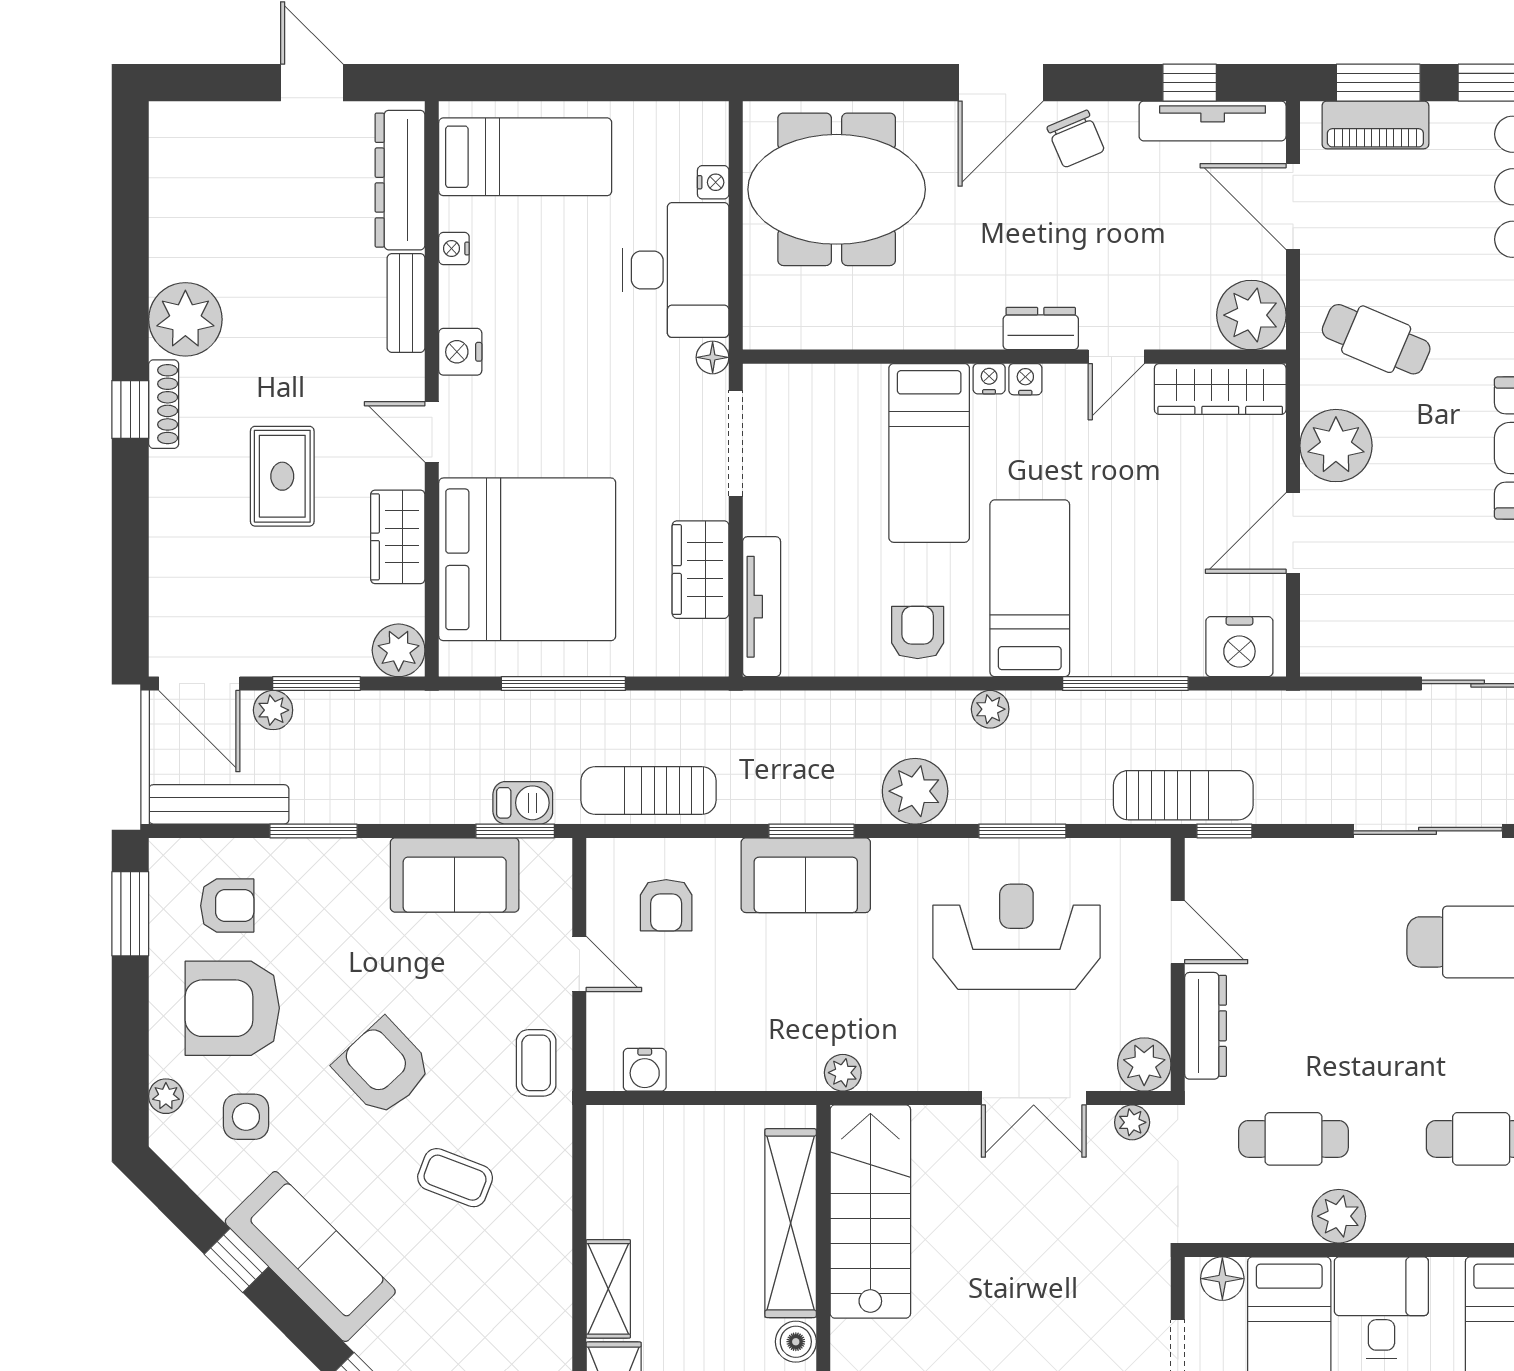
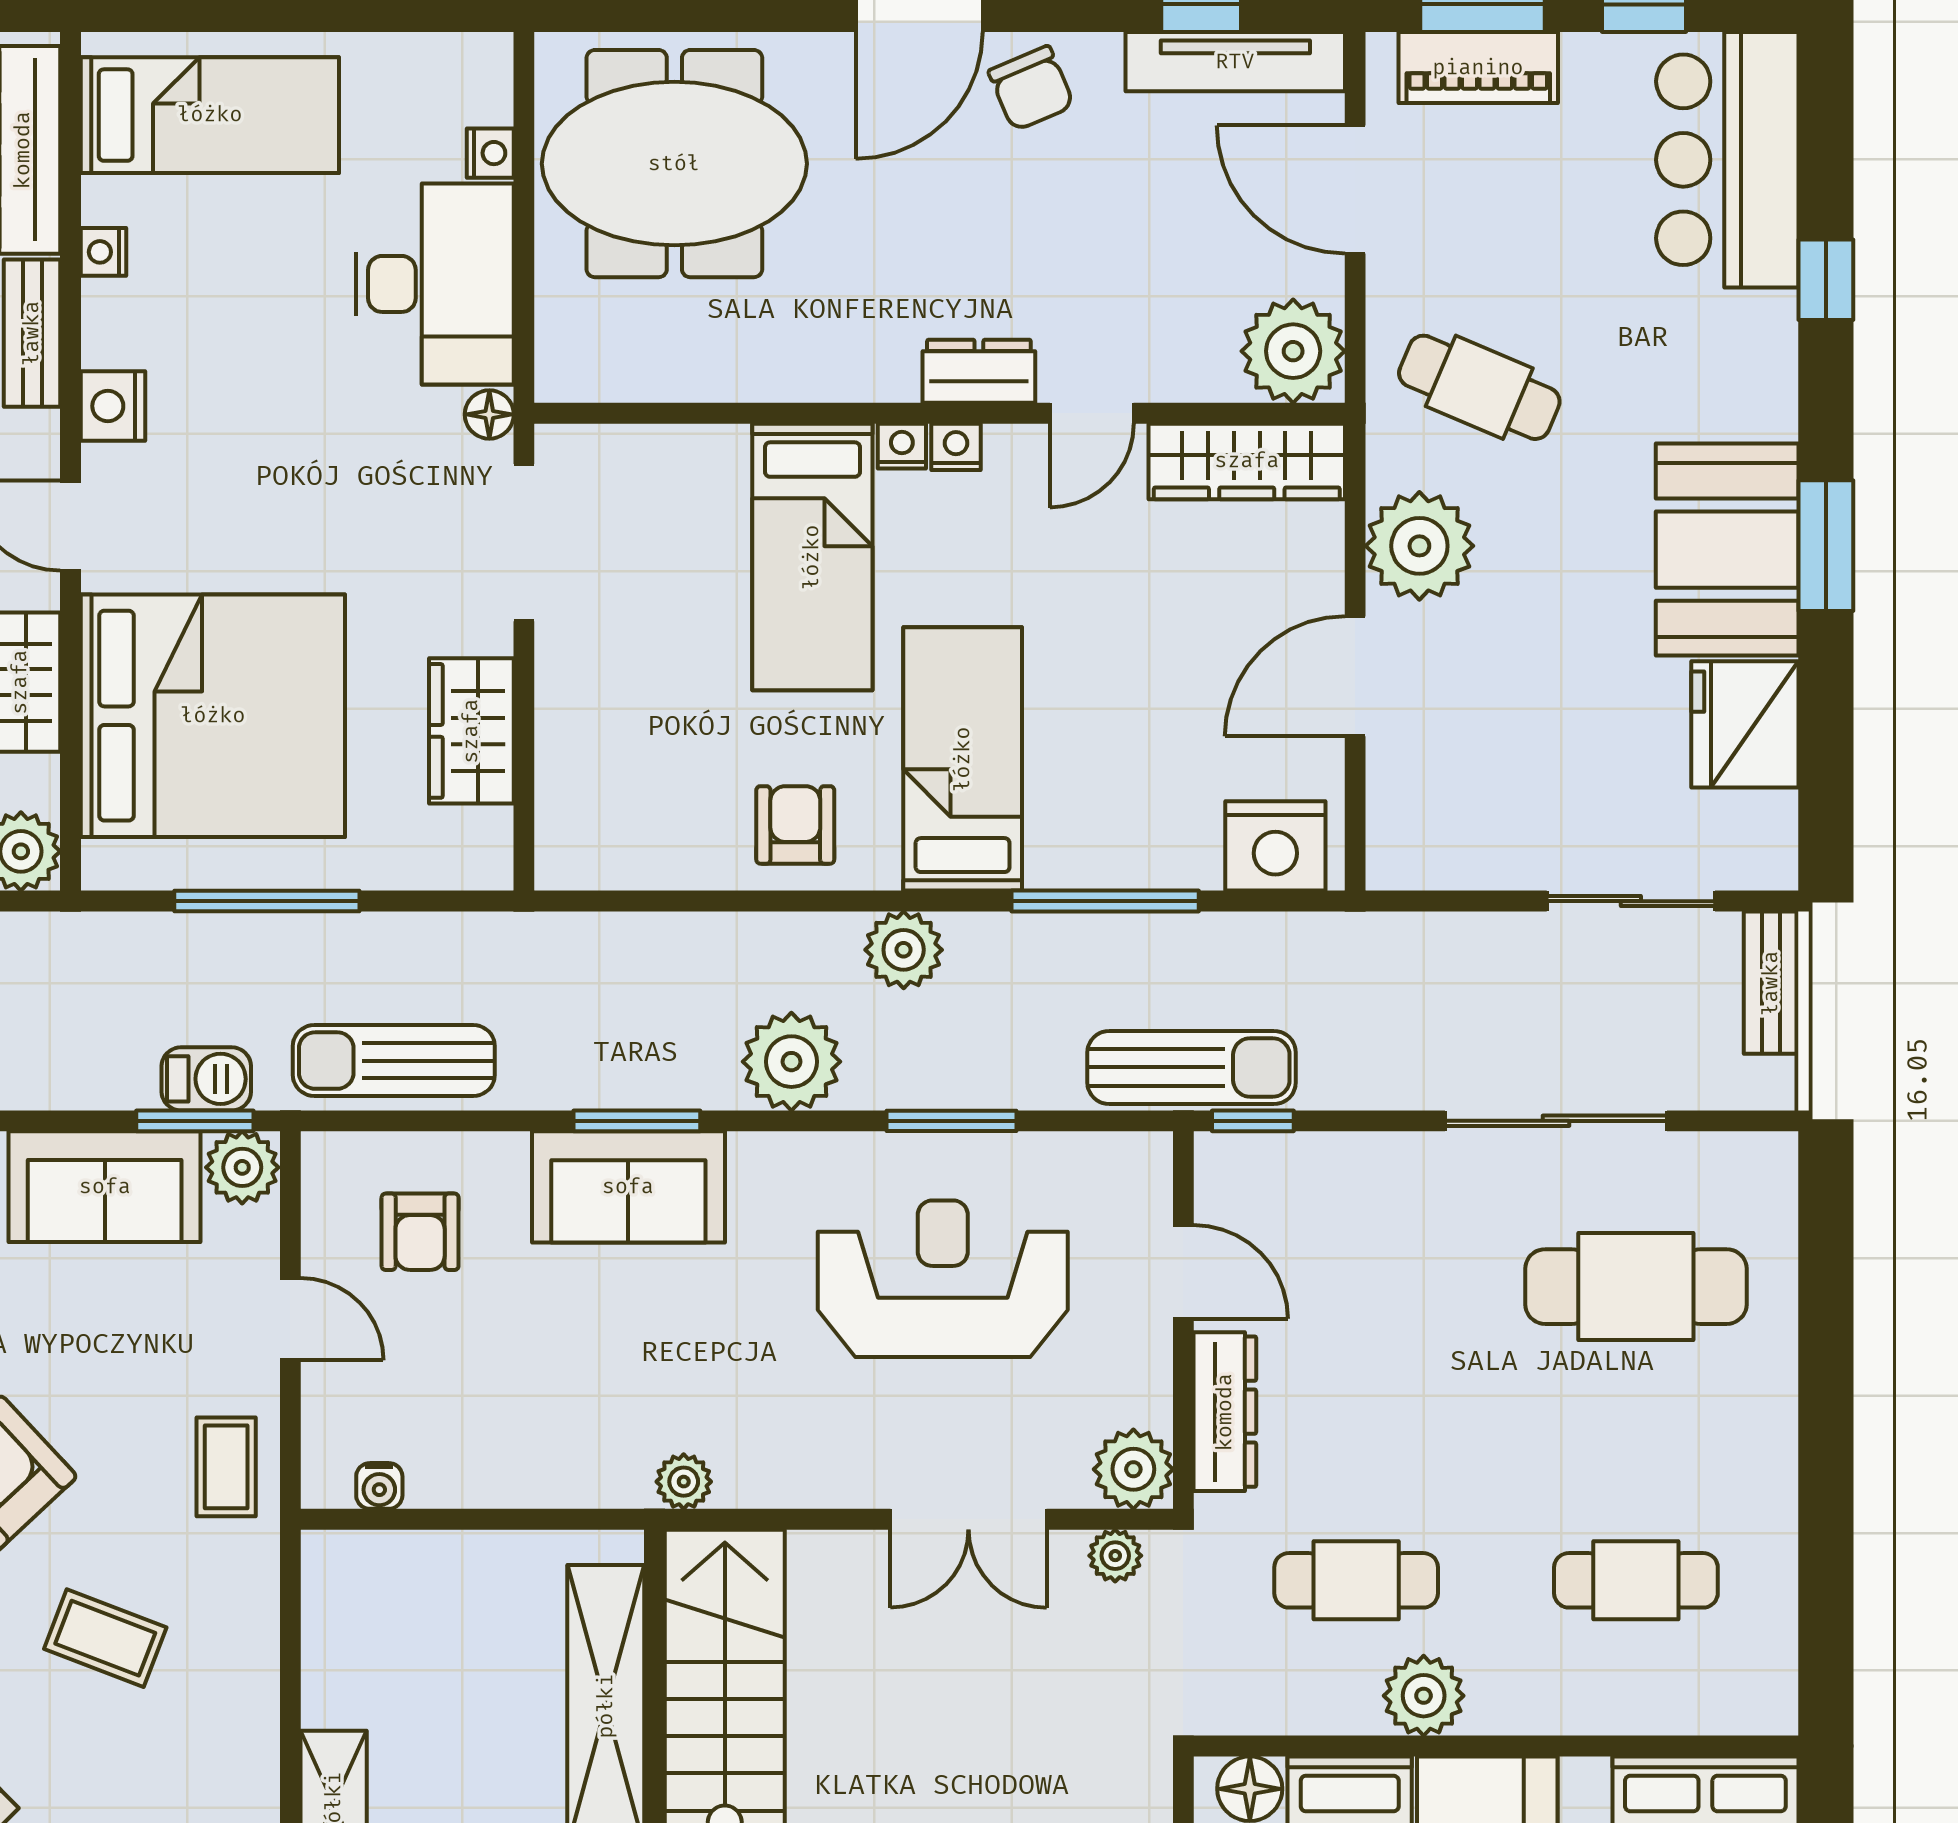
tv unit: (762, 607) -> (563, 786), removed
plant: (990, 709) -> (904, 950), width x1.38, depth x1.38
plant: (547, 862) -> (242, 1167), added
water cooler: (645, 1070) -> (379, 1486), width x0.72, depth x0.72

